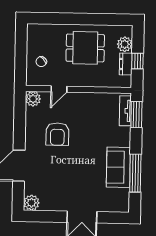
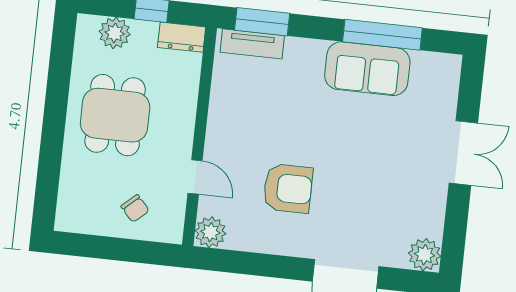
dresser: (126, 64) -> (182, 37), moved

